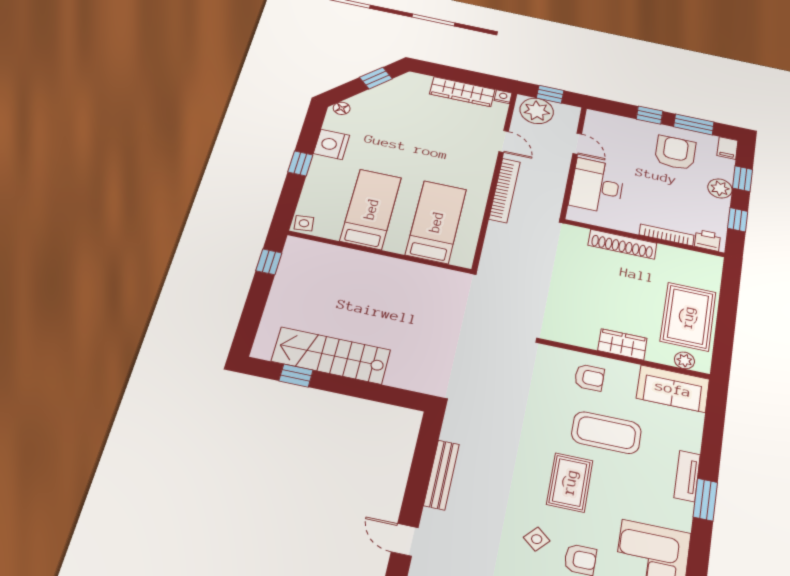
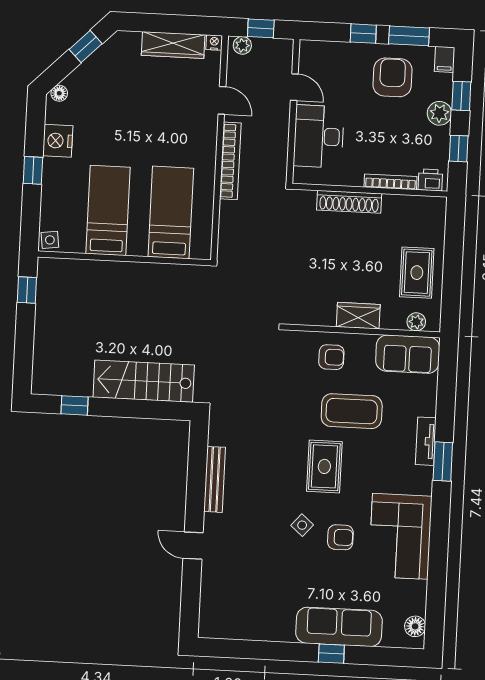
plant: (537, 111) -> (242, 45), width x0.53, depth x0.53
rug: (688, 317) -> (417, 273), width x0.73, depth x0.70
stairs: (331, 355) -> (144, 381), moved

